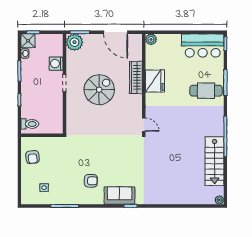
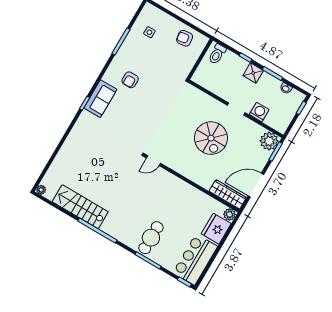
shower: (28, 41) -> (253, 73), moved
wardrobe: (136, 77) -> (228, 194), moved
fridge: (155, 81) -> (216, 229), moved, turned 90

